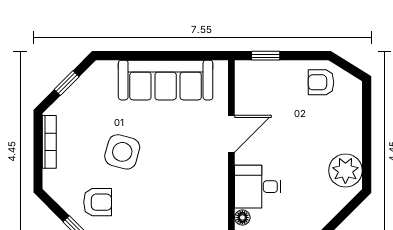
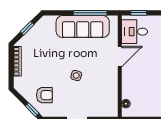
window: (179, 56) -> (90, 13), added
side table: (122, 152) -> (76, 75), moved, width x0.54, depth x0.54
desk: (258, 187) -> (134, 32), moved

